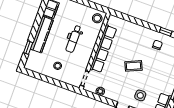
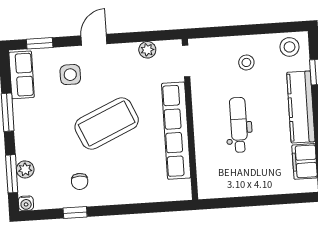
stool: (97, 18) -> (290, 47), moved
coffee table: (133, 66) -> (107, 123), width x1.86, depth x1.72

